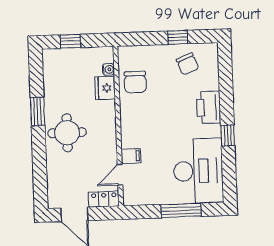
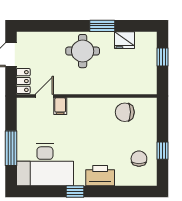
chair: (188, 64) -> (139, 159), turned 112
water cooler: (108, 69) -> (137, 89), removed
fridge: (105, 88) -> (125, 40), moved, turned 180
door: (120, 175) -> (44, 96), hinge flipped

